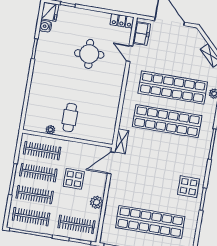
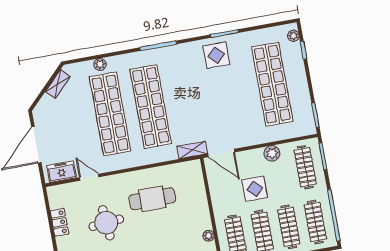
locker: (122, 21) -> (59, 222), moved
door: (129, 53) -> (89, 177), swing flipped
cafe table: (70, 118) -> (152, 199), moved, width x1.37, depth x1.35

